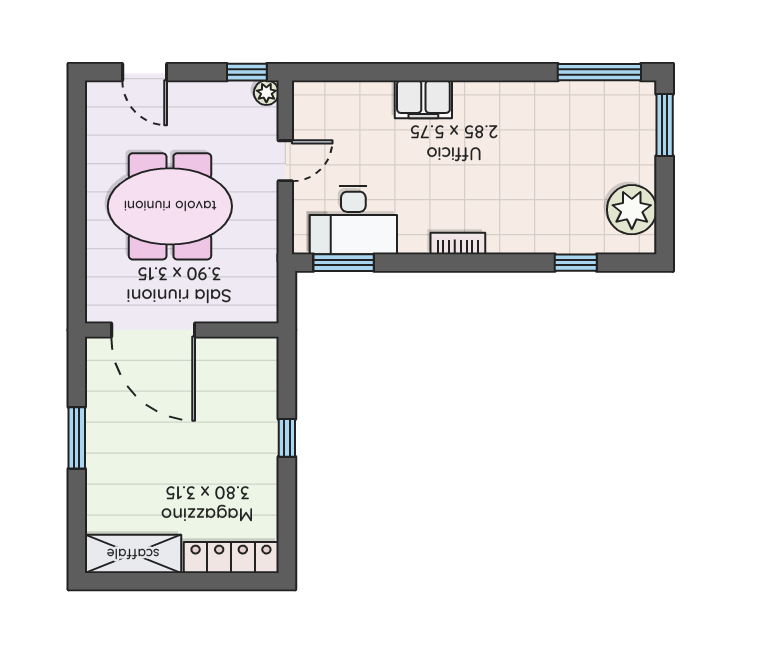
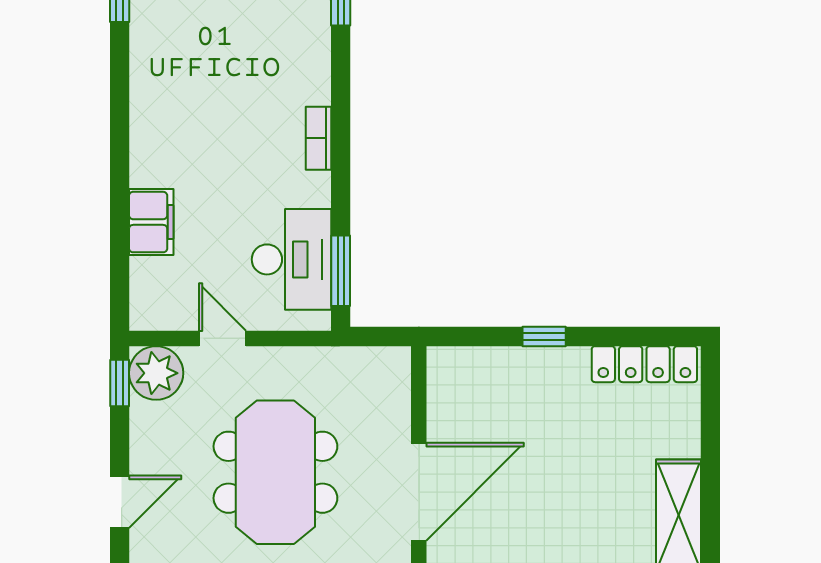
plant: (266, 93) -> (156, 373), width x1.88, depth x1.88
filing cabinet: (423, 99) -> (151, 222), moved
locker: (231, 557) -> (644, 364), moved, turned -90

